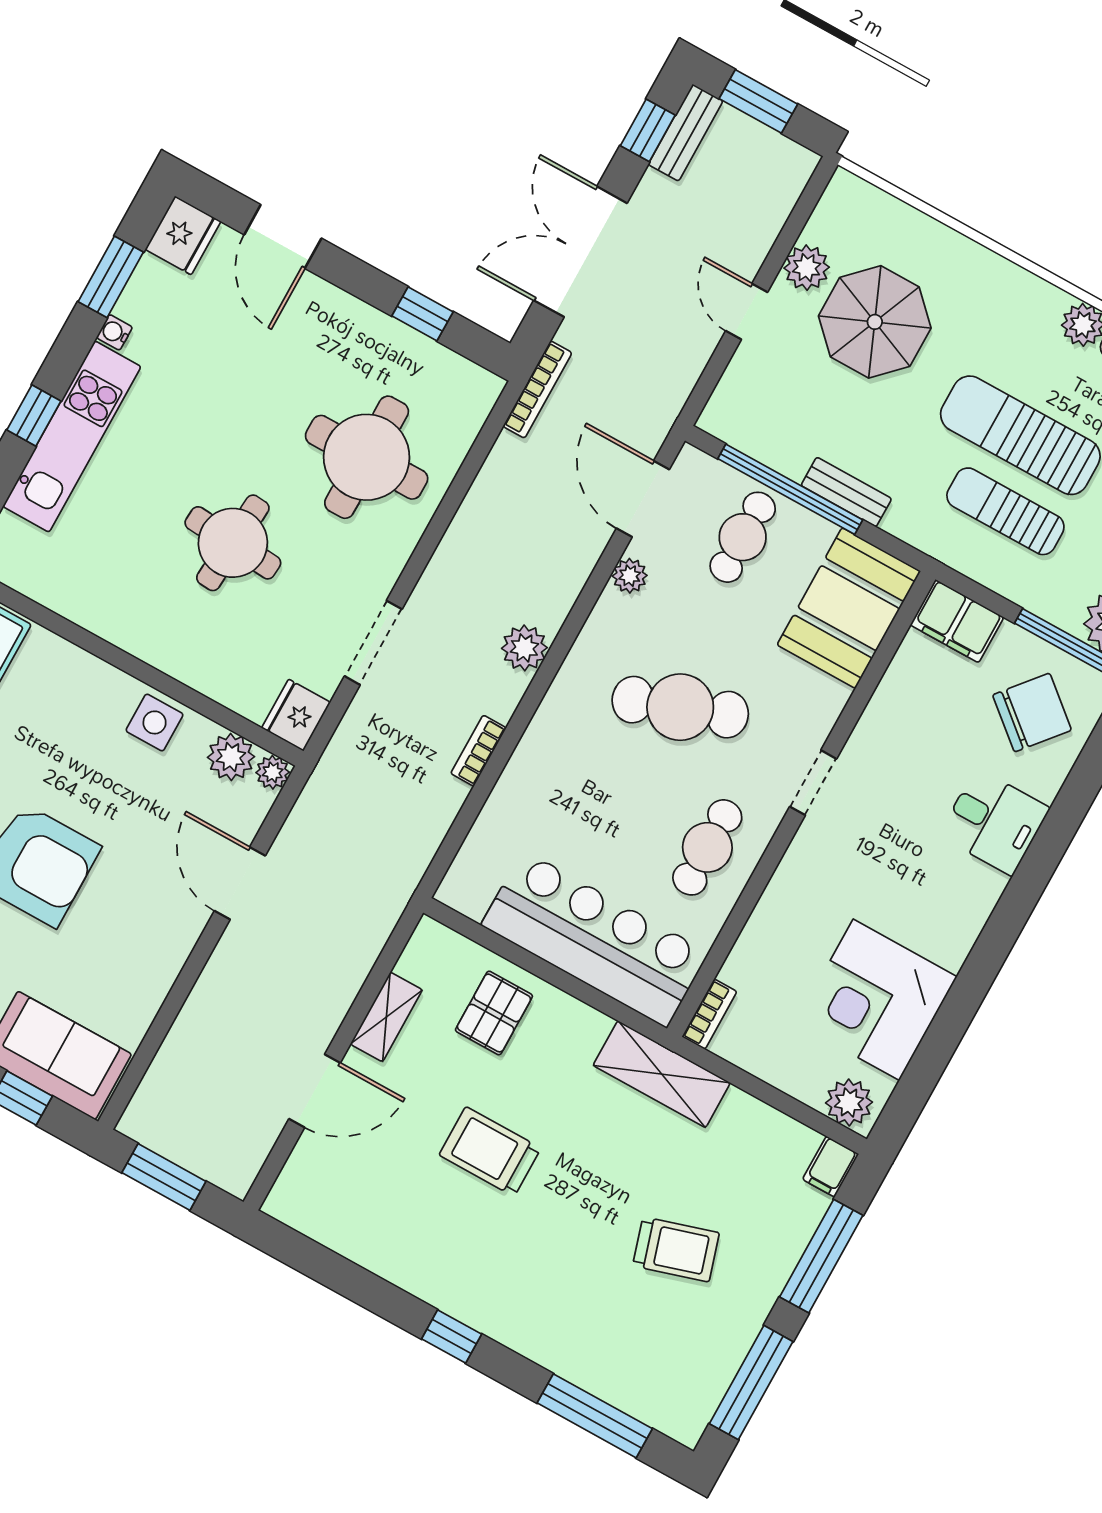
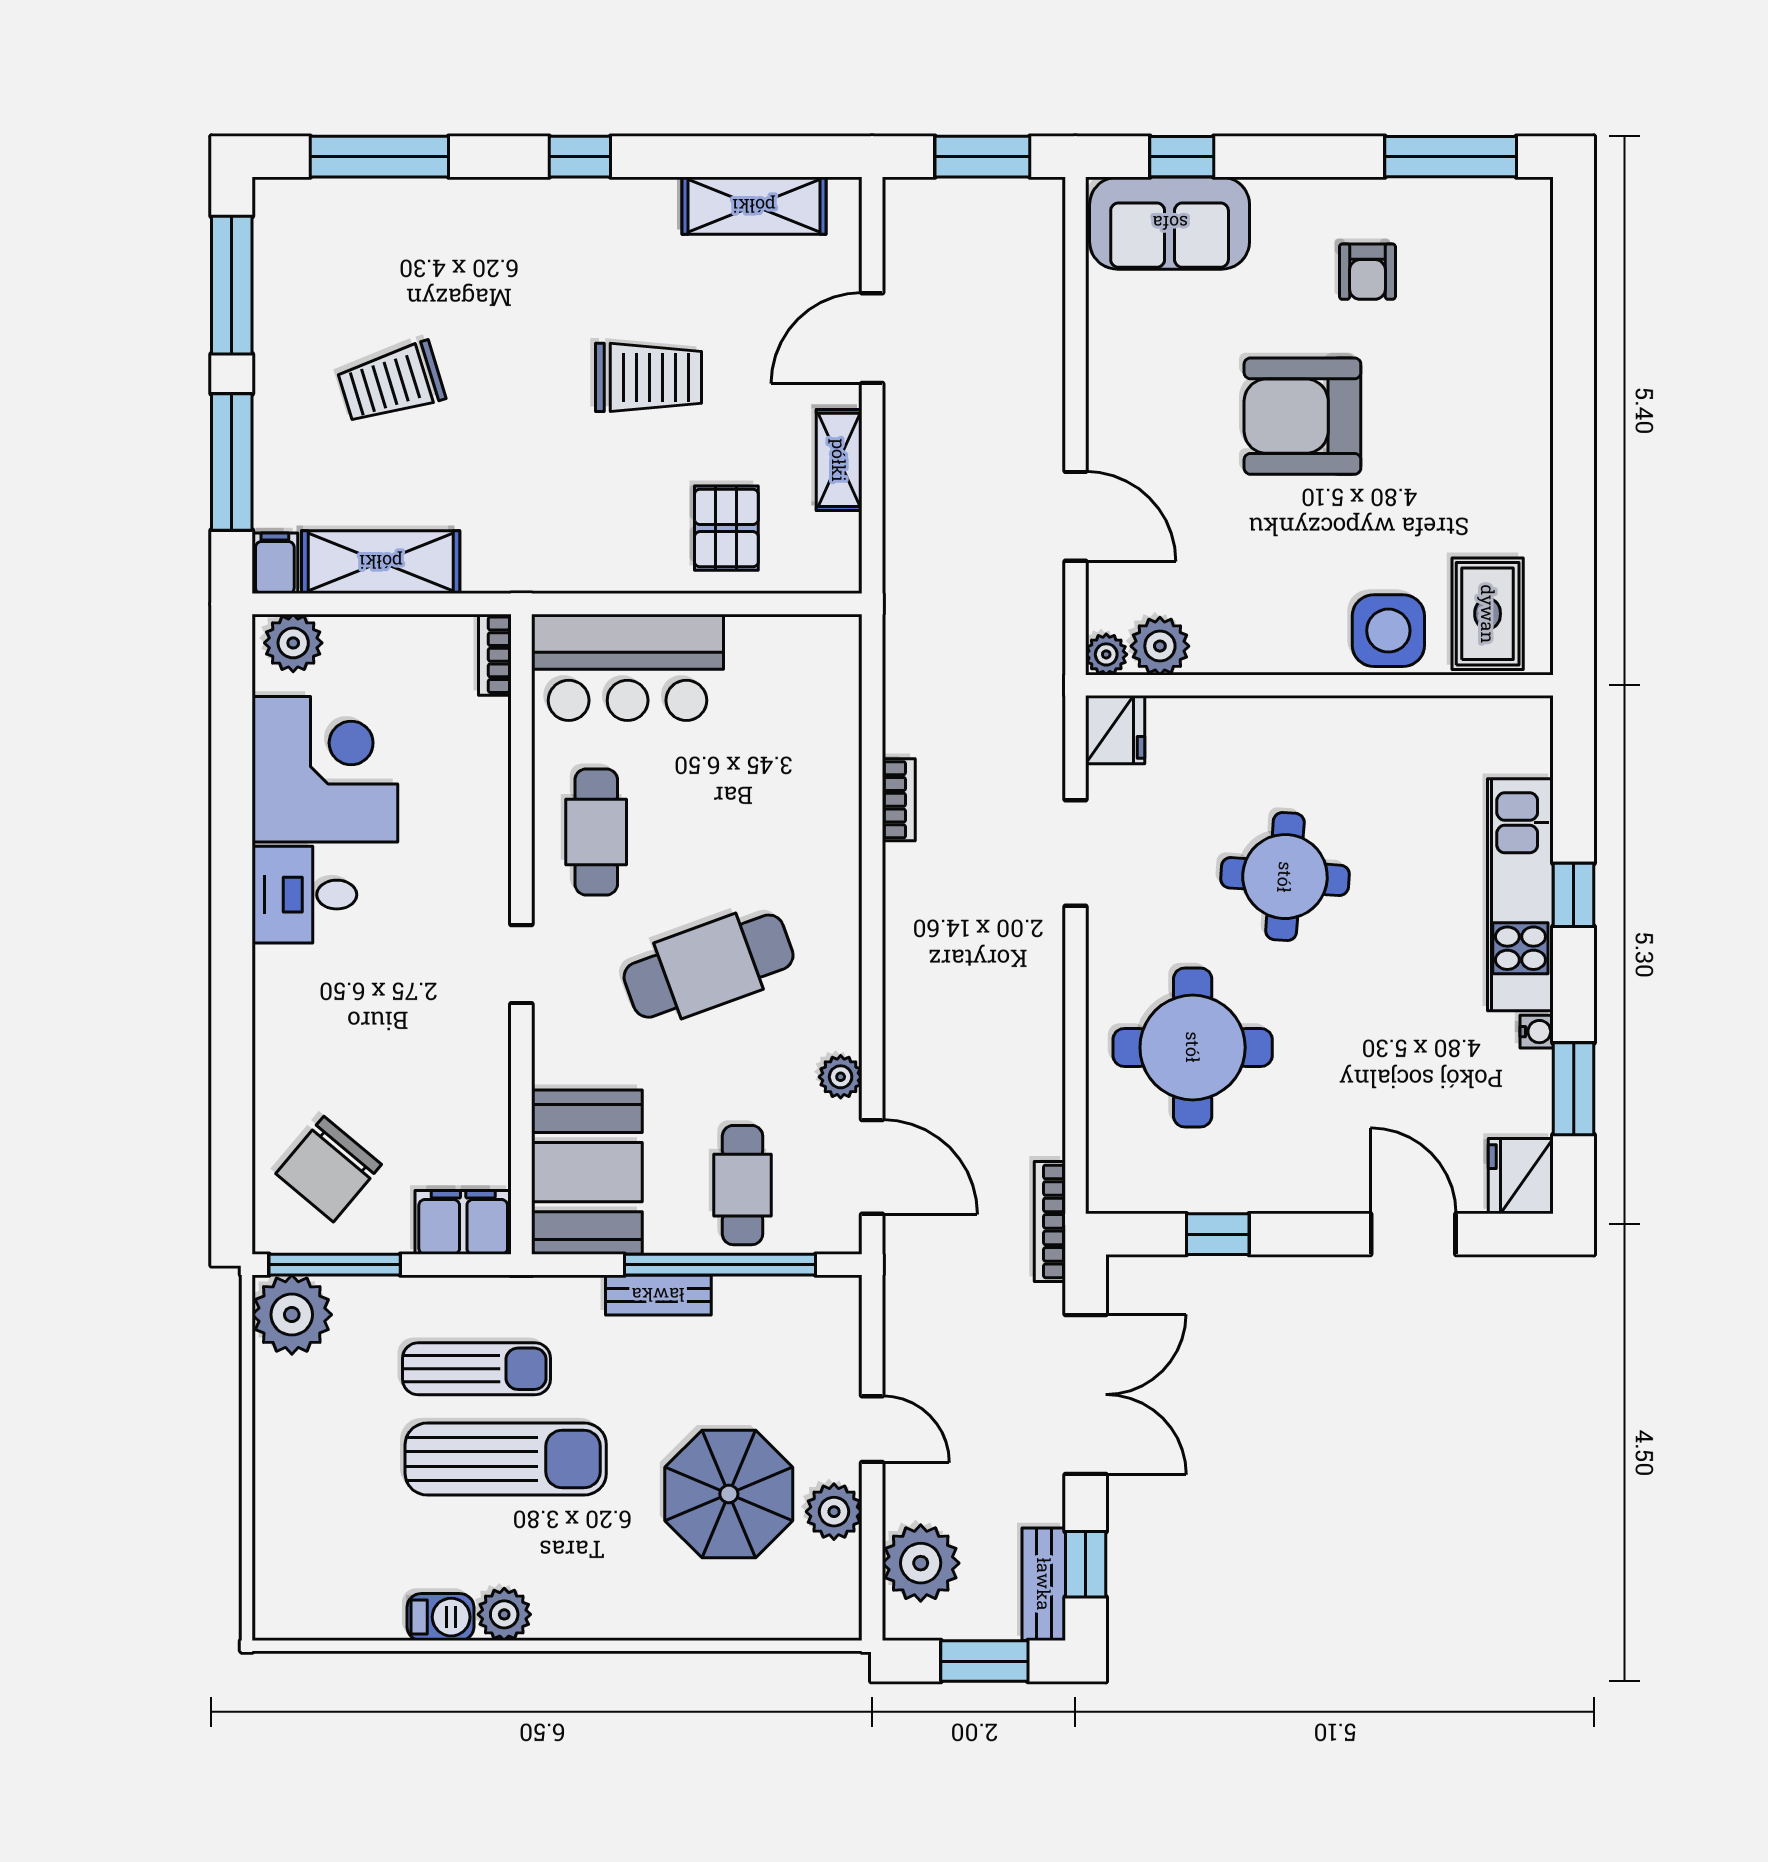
plant: (524, 648) -> (921, 1563), moved, width x1.36, depth x1.36
side table: (155, 722) -> (1388, 631), moved, width x1.37, depth x1.37
desk: (994, 822) -> (304, 895), moved
bar counter: (595, 939) -> (628, 667), width x0.73
shelving: (662, 1074) -> (381, 562), moved
shelving: (347, 1232) -> (754, 206), added

